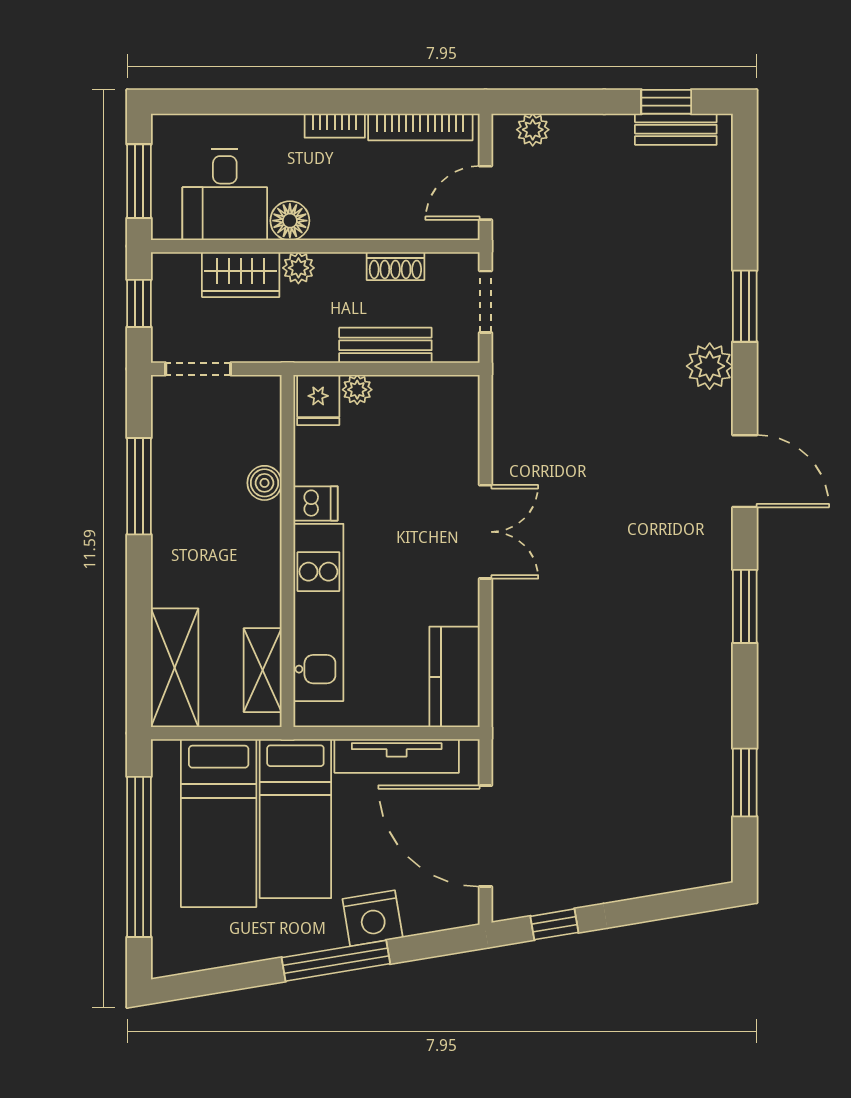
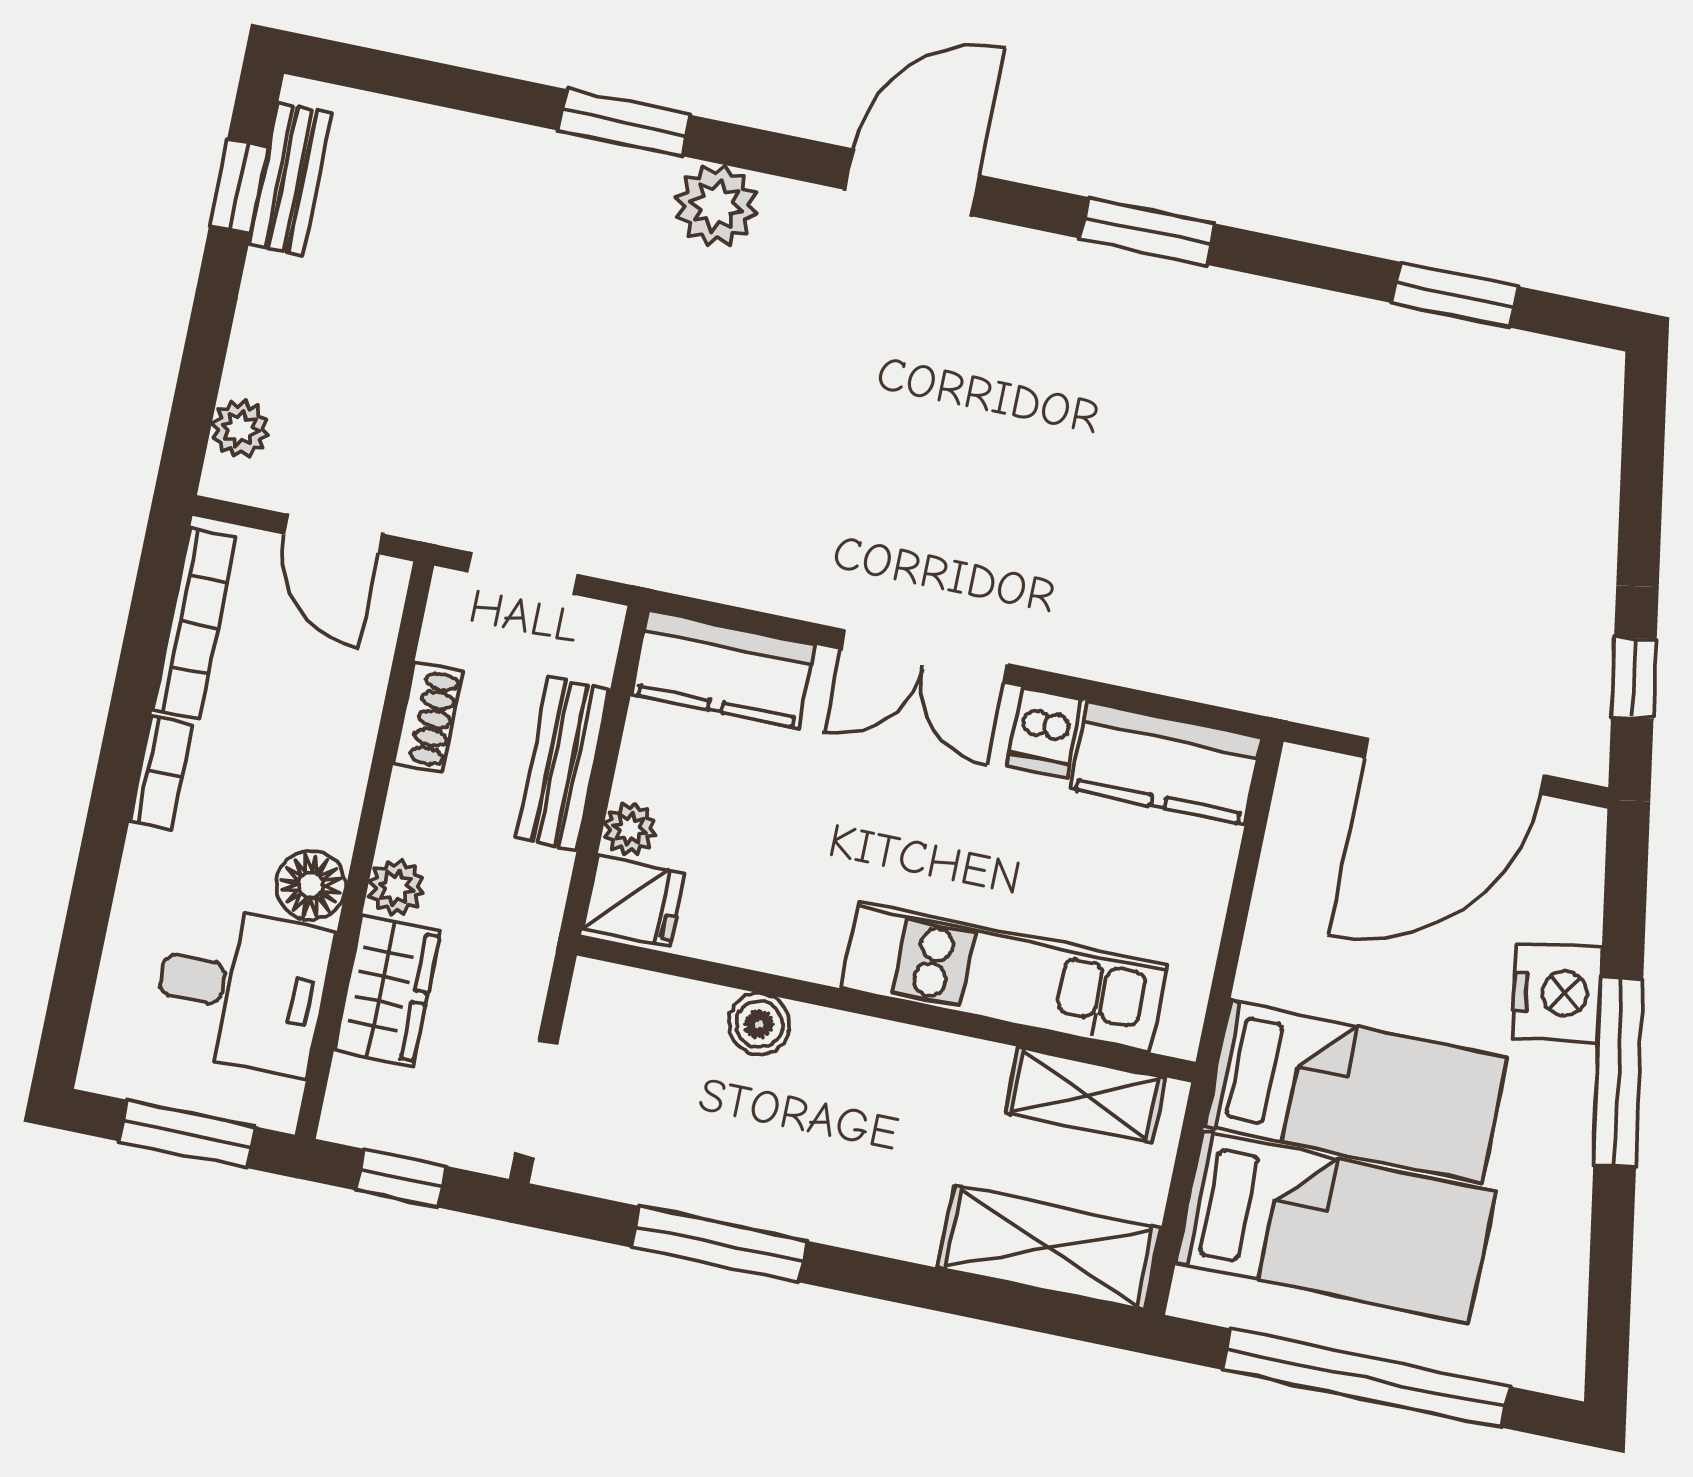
kitchen counter: (456, 423) -> (723, 669), added
dishwasher: (316, 503) -> (1044, 732), moved, turned 180
double door: (485, 532) -> (924, 656), swing flipped
tv unit: (397, 756) -> (1283, 892), removed

